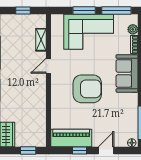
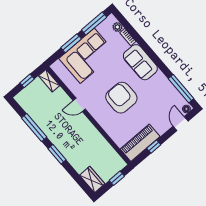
shelving: (41, 40) -> (49, 81), moved
door: (48, 66) -> (79, 105), hinge flipped
armchair: (87, 89) -> (121, 98), turned -90
door: (106, 151) -> (181, 124), moved

